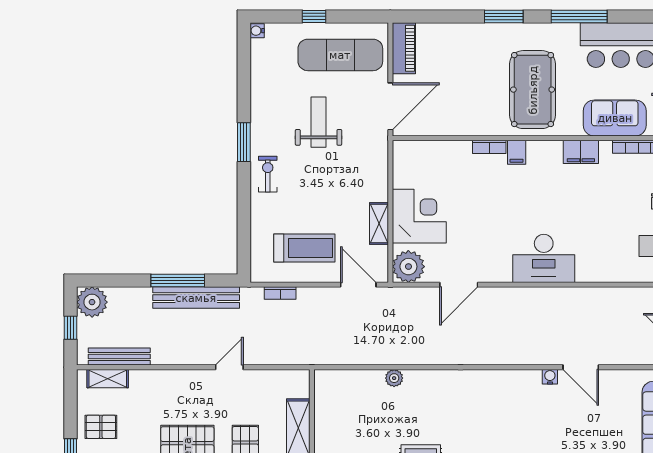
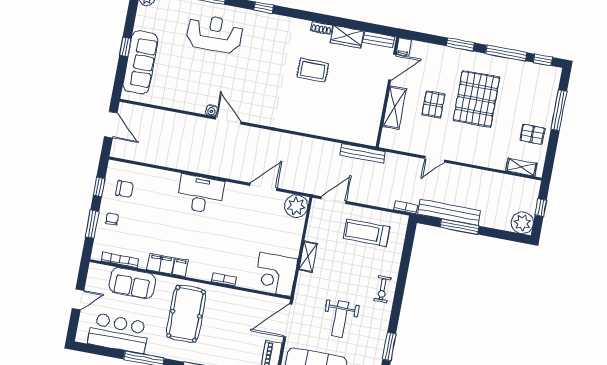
window: (244, 142) -> (389, 347), moved
filing cabinet: (517, 152) -> (180, 267), moved
corner desk: (419, 216) -> (276, 274), moved
shelving: (379, 224) -> (308, 257), moved
door: (358, 285) -> (334, 200), swing flipped
bookcase: (280, 293) -> (406, 207), moved
bench: (119, 357) -> (363, 153), moved
door: (581, 367) -> (228, 120), moved
plant: (394, 378) -> (321, 130), removed

